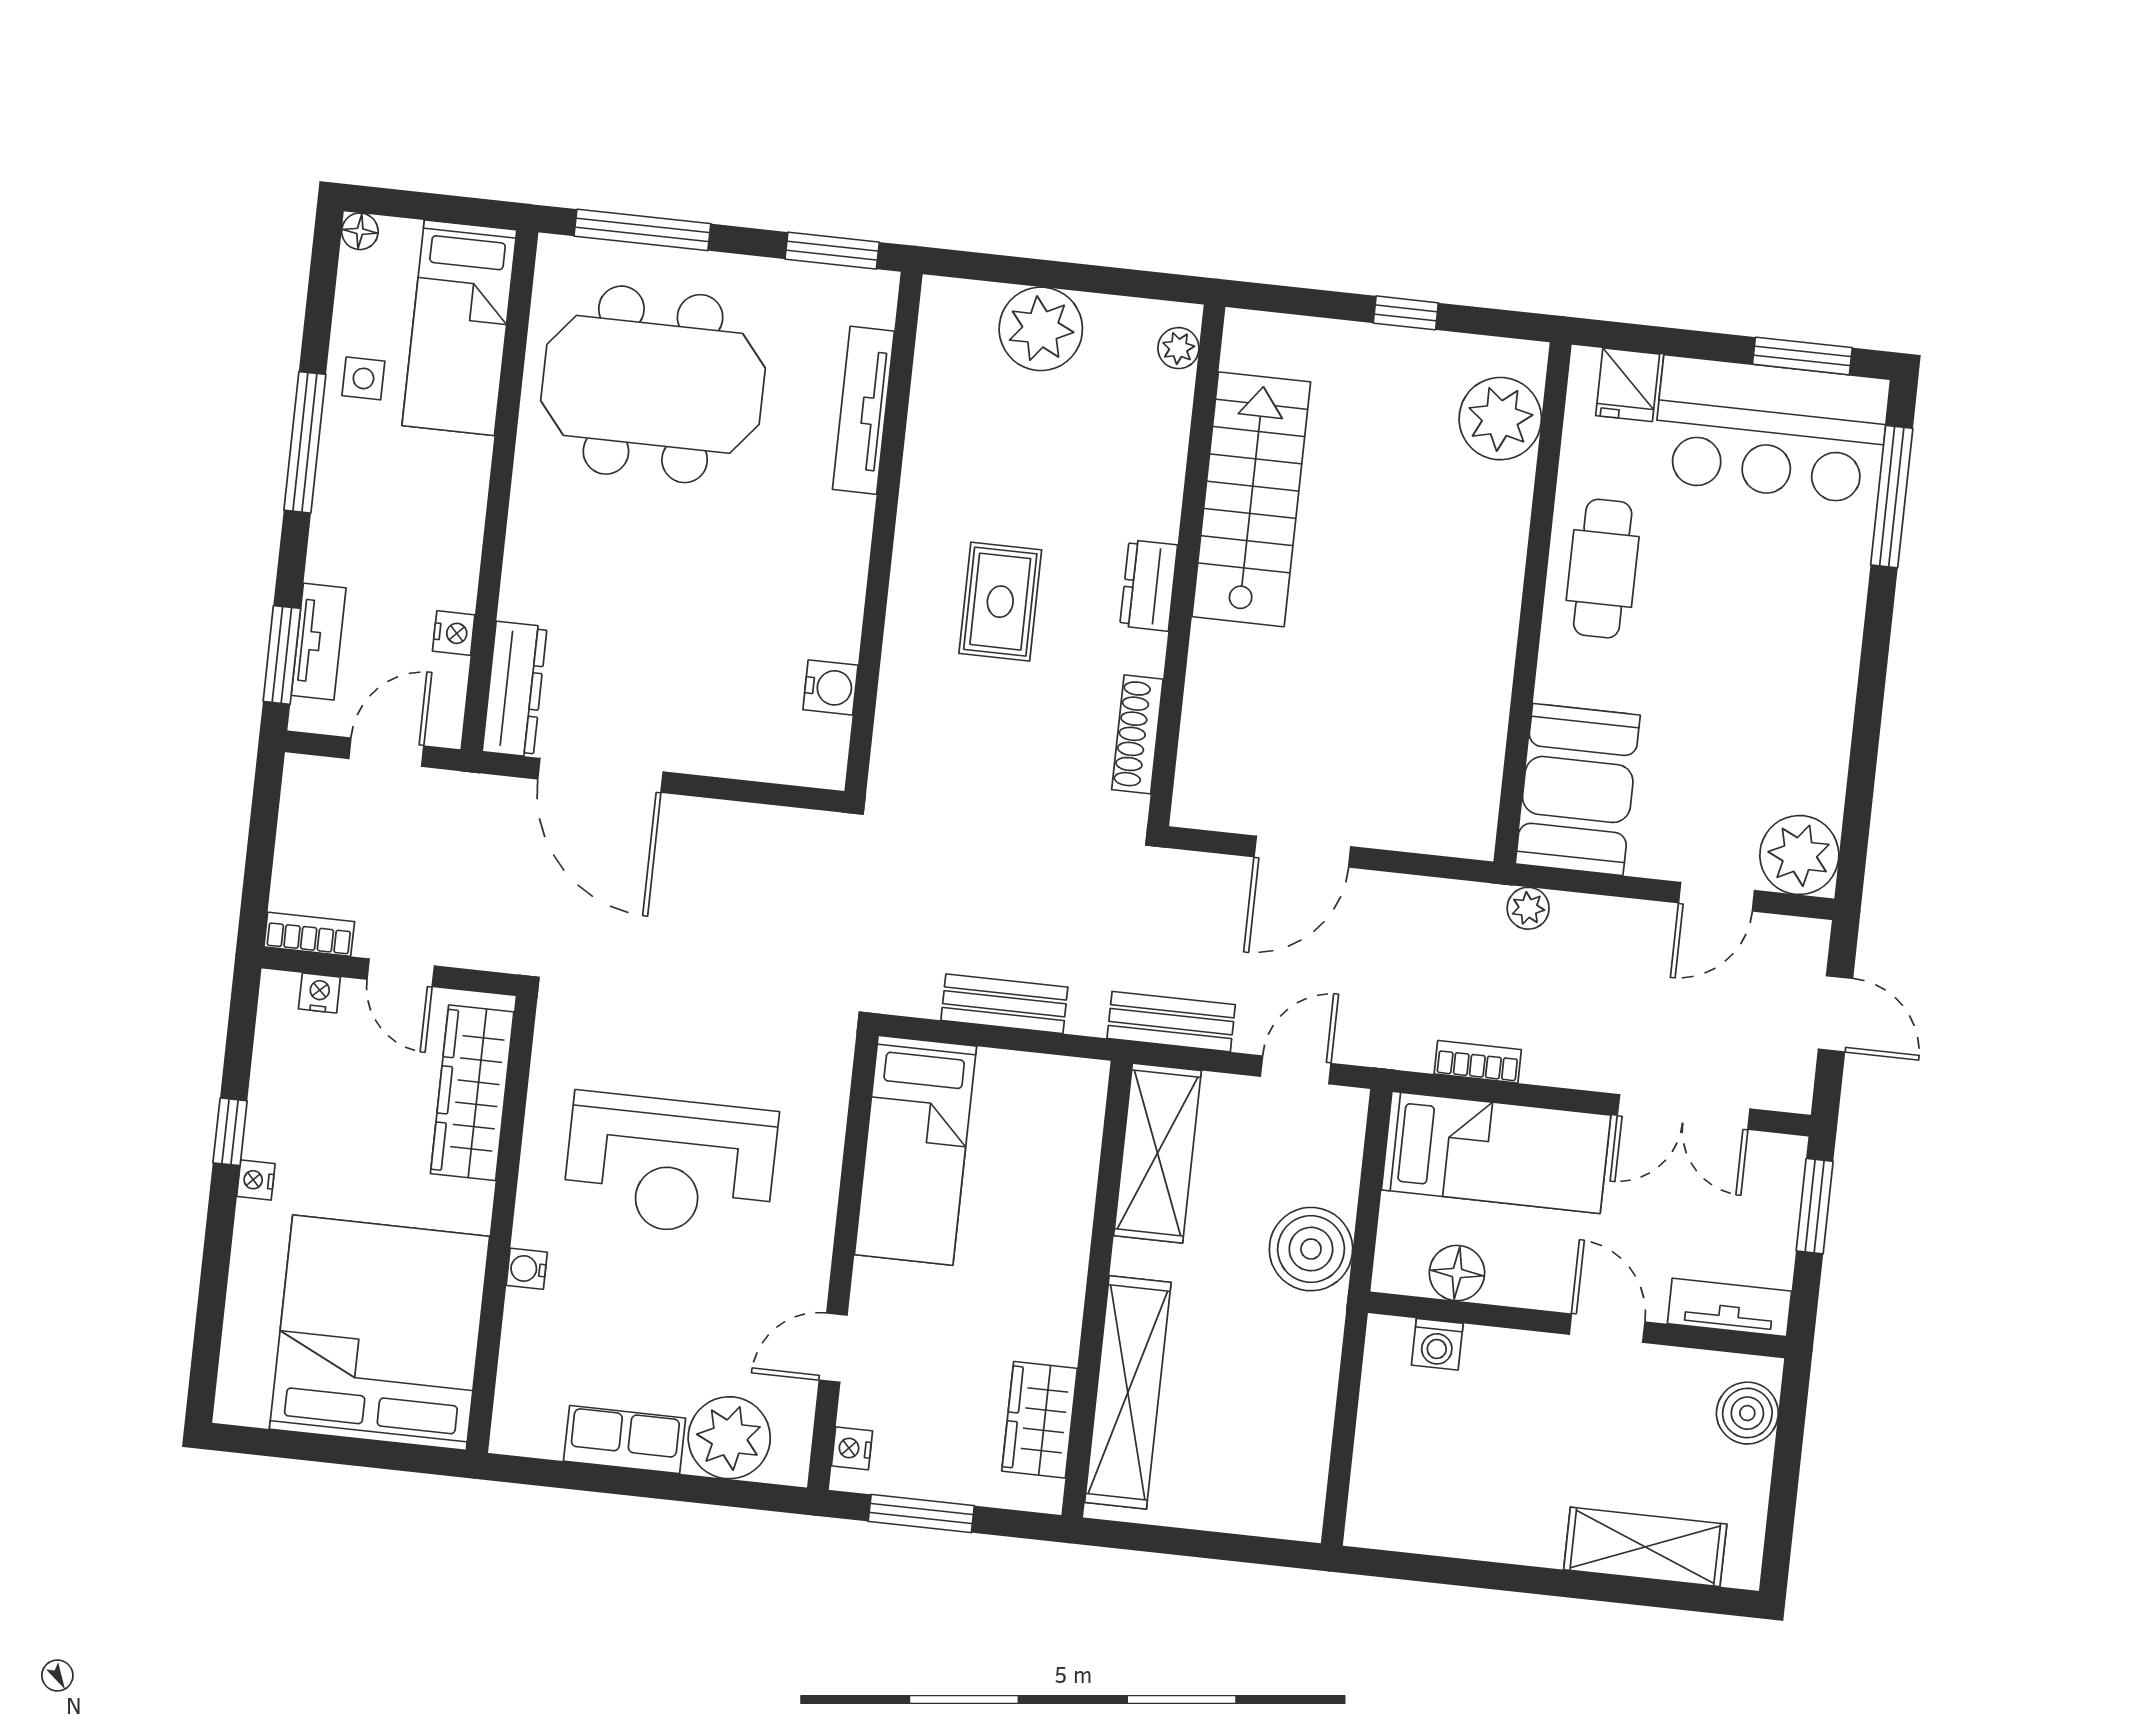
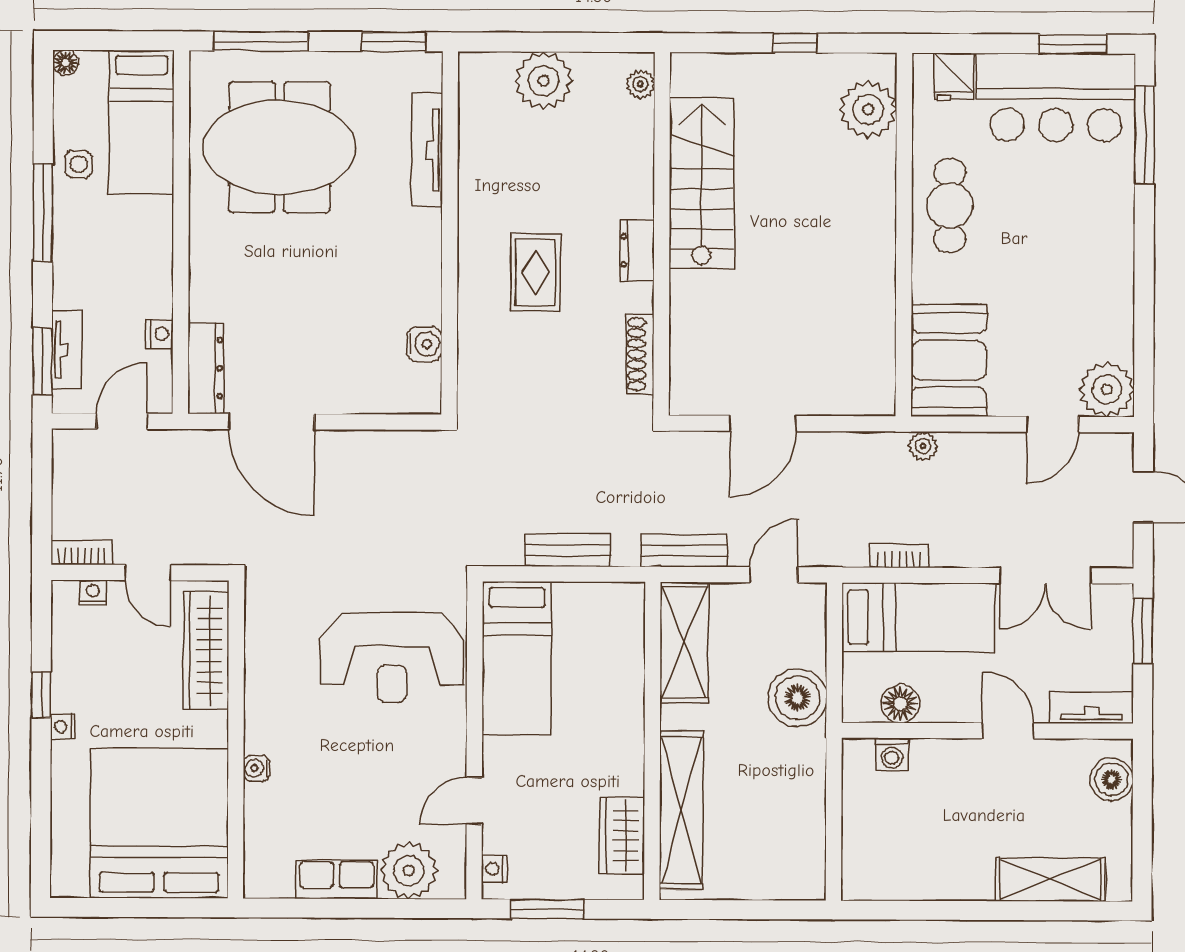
reception desk: (670, 1165) -> (392, 658), moved

